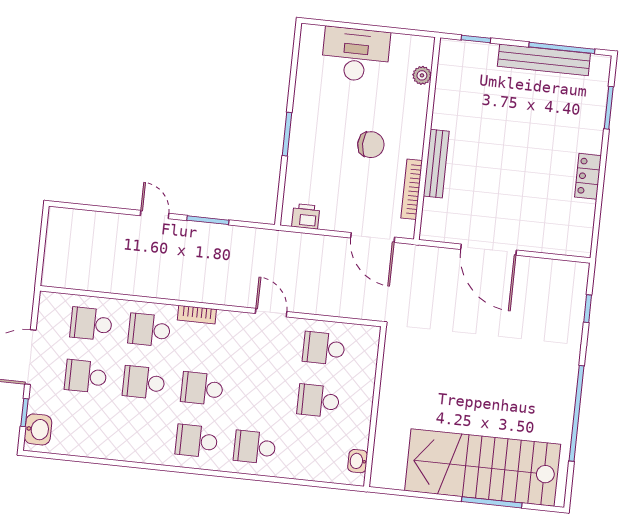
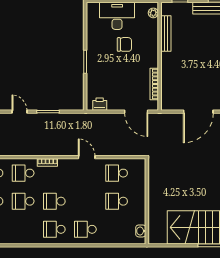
plant: (422, 75) -> (153, 13), moved
chair: (371, 145) -> (124, 44), moved
bench: (436, 164) -> (166, 34), moved
door: (489, 250) -> (198, 112), hinge flipped

